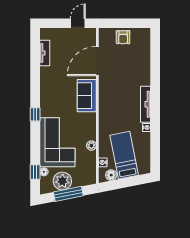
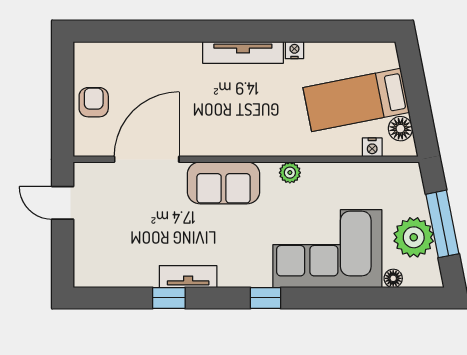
armchair: (123, 37) -> (94, 102), turned -90
tv unit: (45, 53) -> (188, 277), moved
door: (97, 61) -> (147, 159), swing flipped
plant: (91, 146) -> (290, 173), moved
window: (35, 172) -> (169, 298), moved

